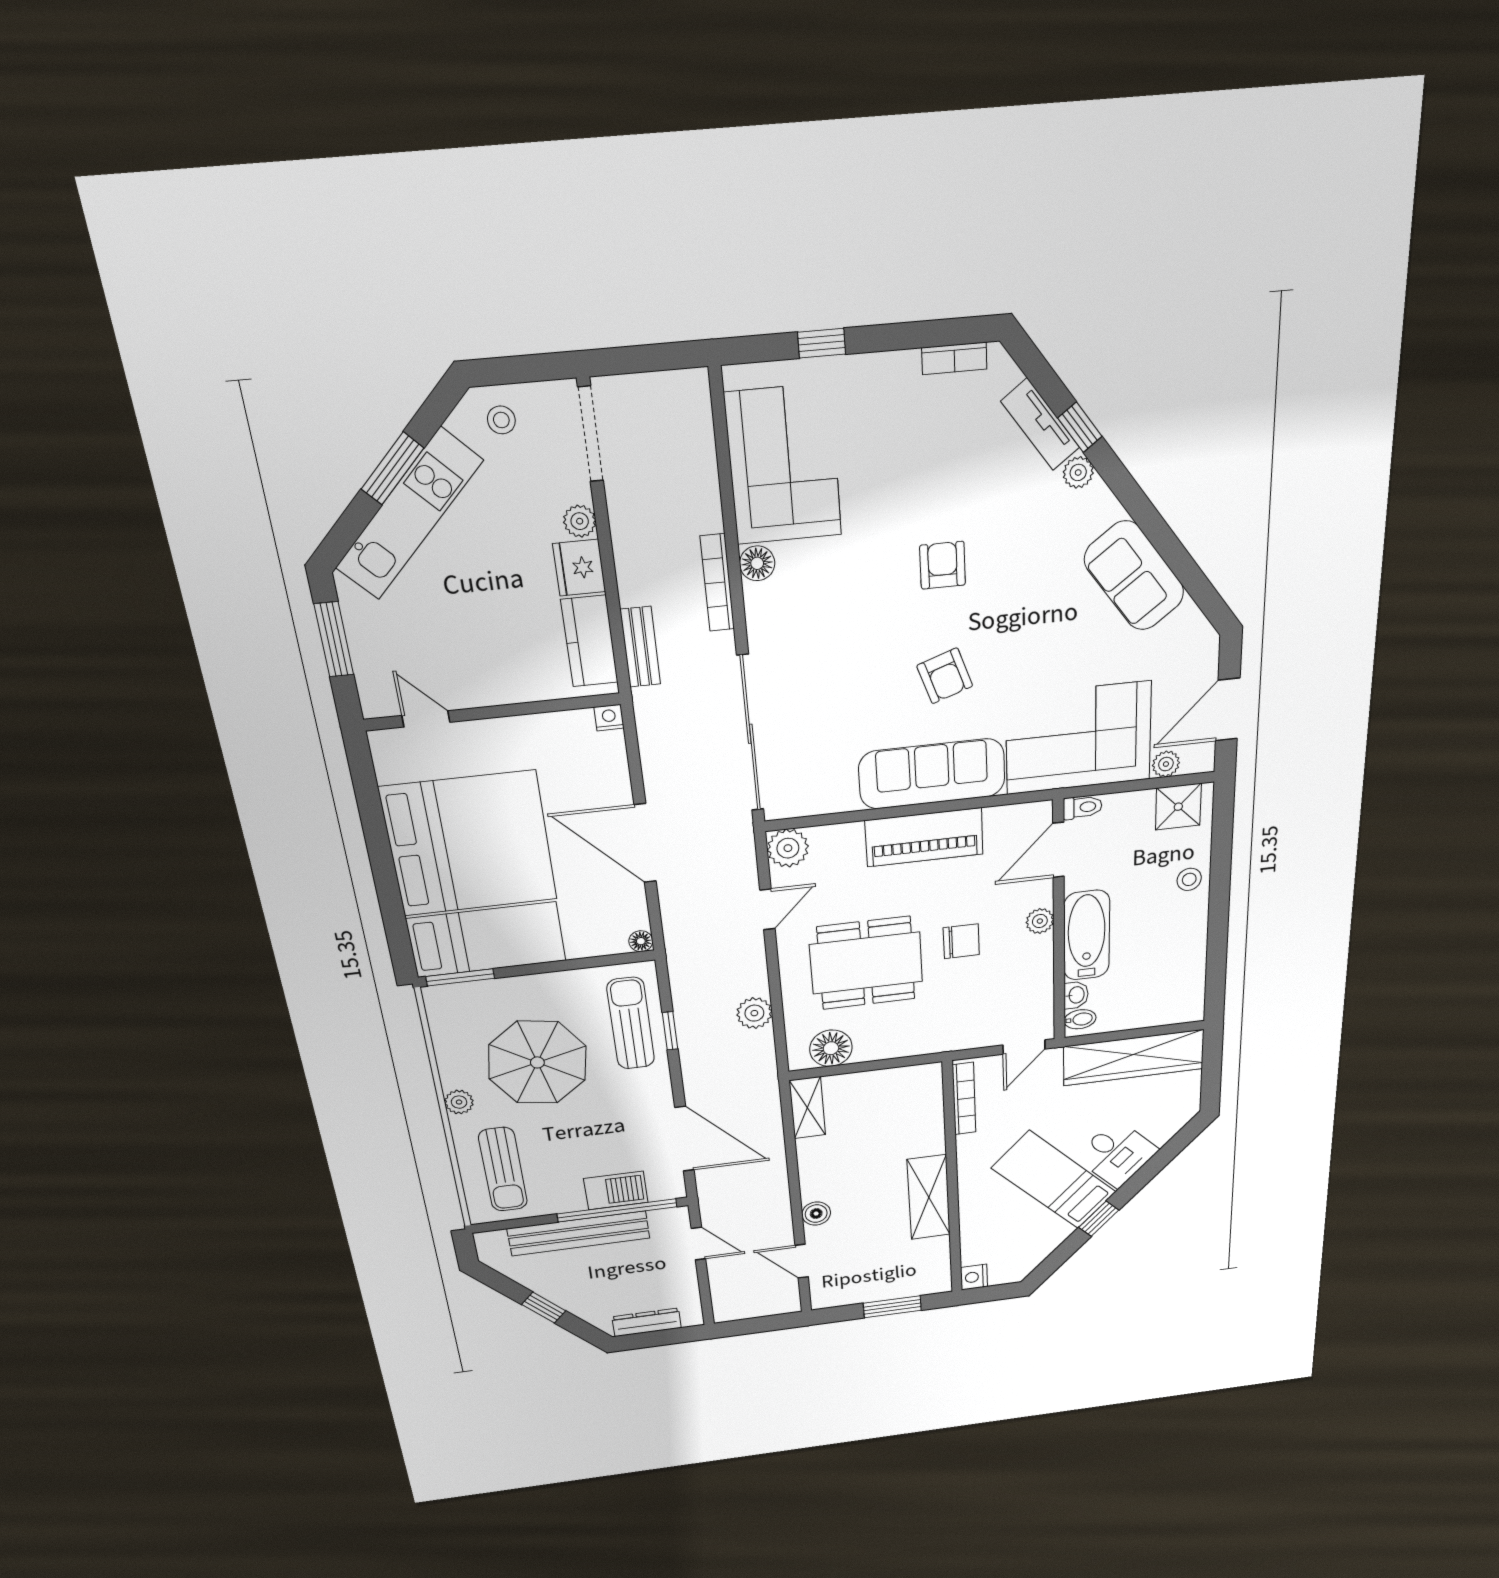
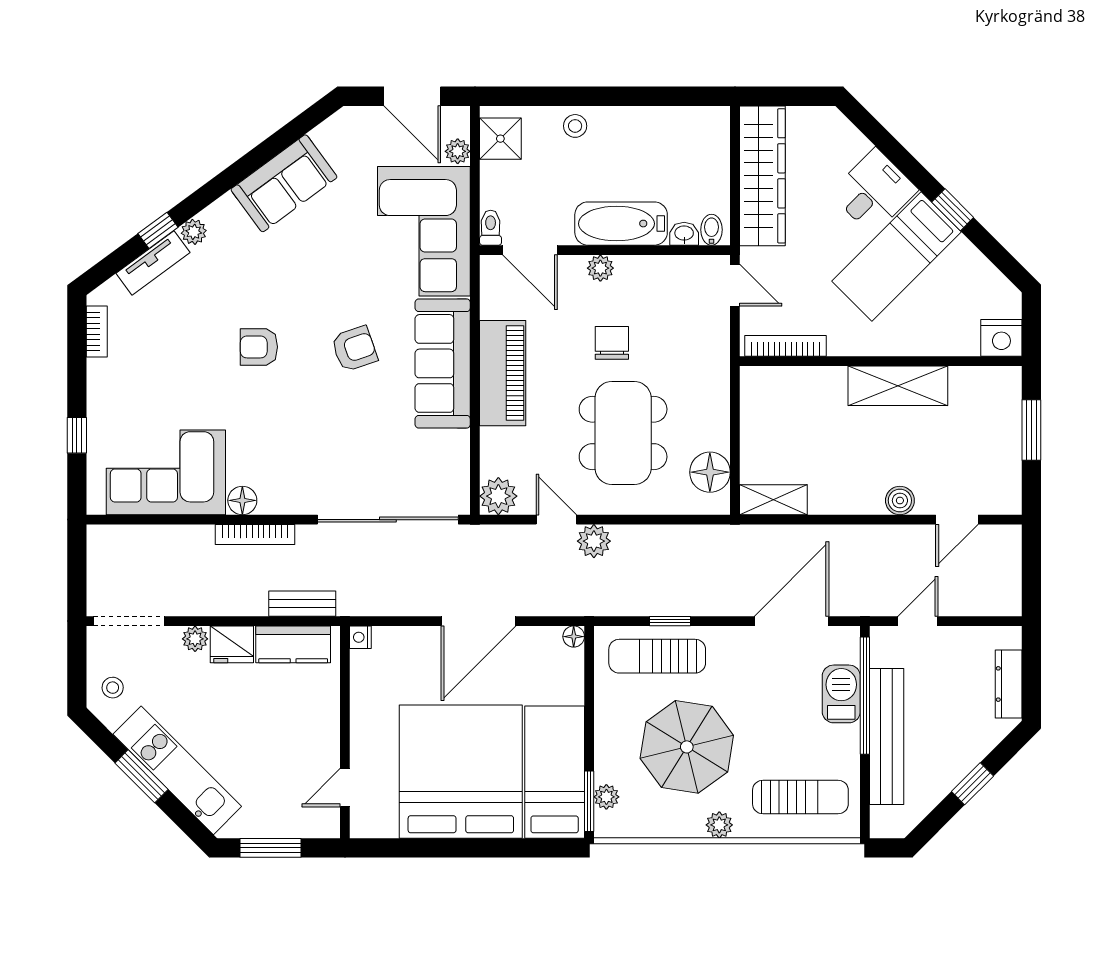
plant: (469, 994) -> (606, 797), added
plant: (754, 1013) -> (594, 541), moved
nightstand: (974, 1277) -> (1001, 338), width x1.36, depth x1.33

